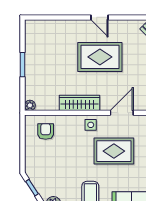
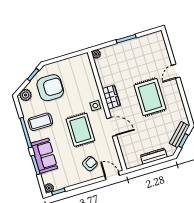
door: (100, 17) -> (176, 71), moved
wardrobe: (79, 103) -> (111, 97), width x0.67
armchair: (46, 131) -> (50, 88), moved, width x1.88, depth x1.88

